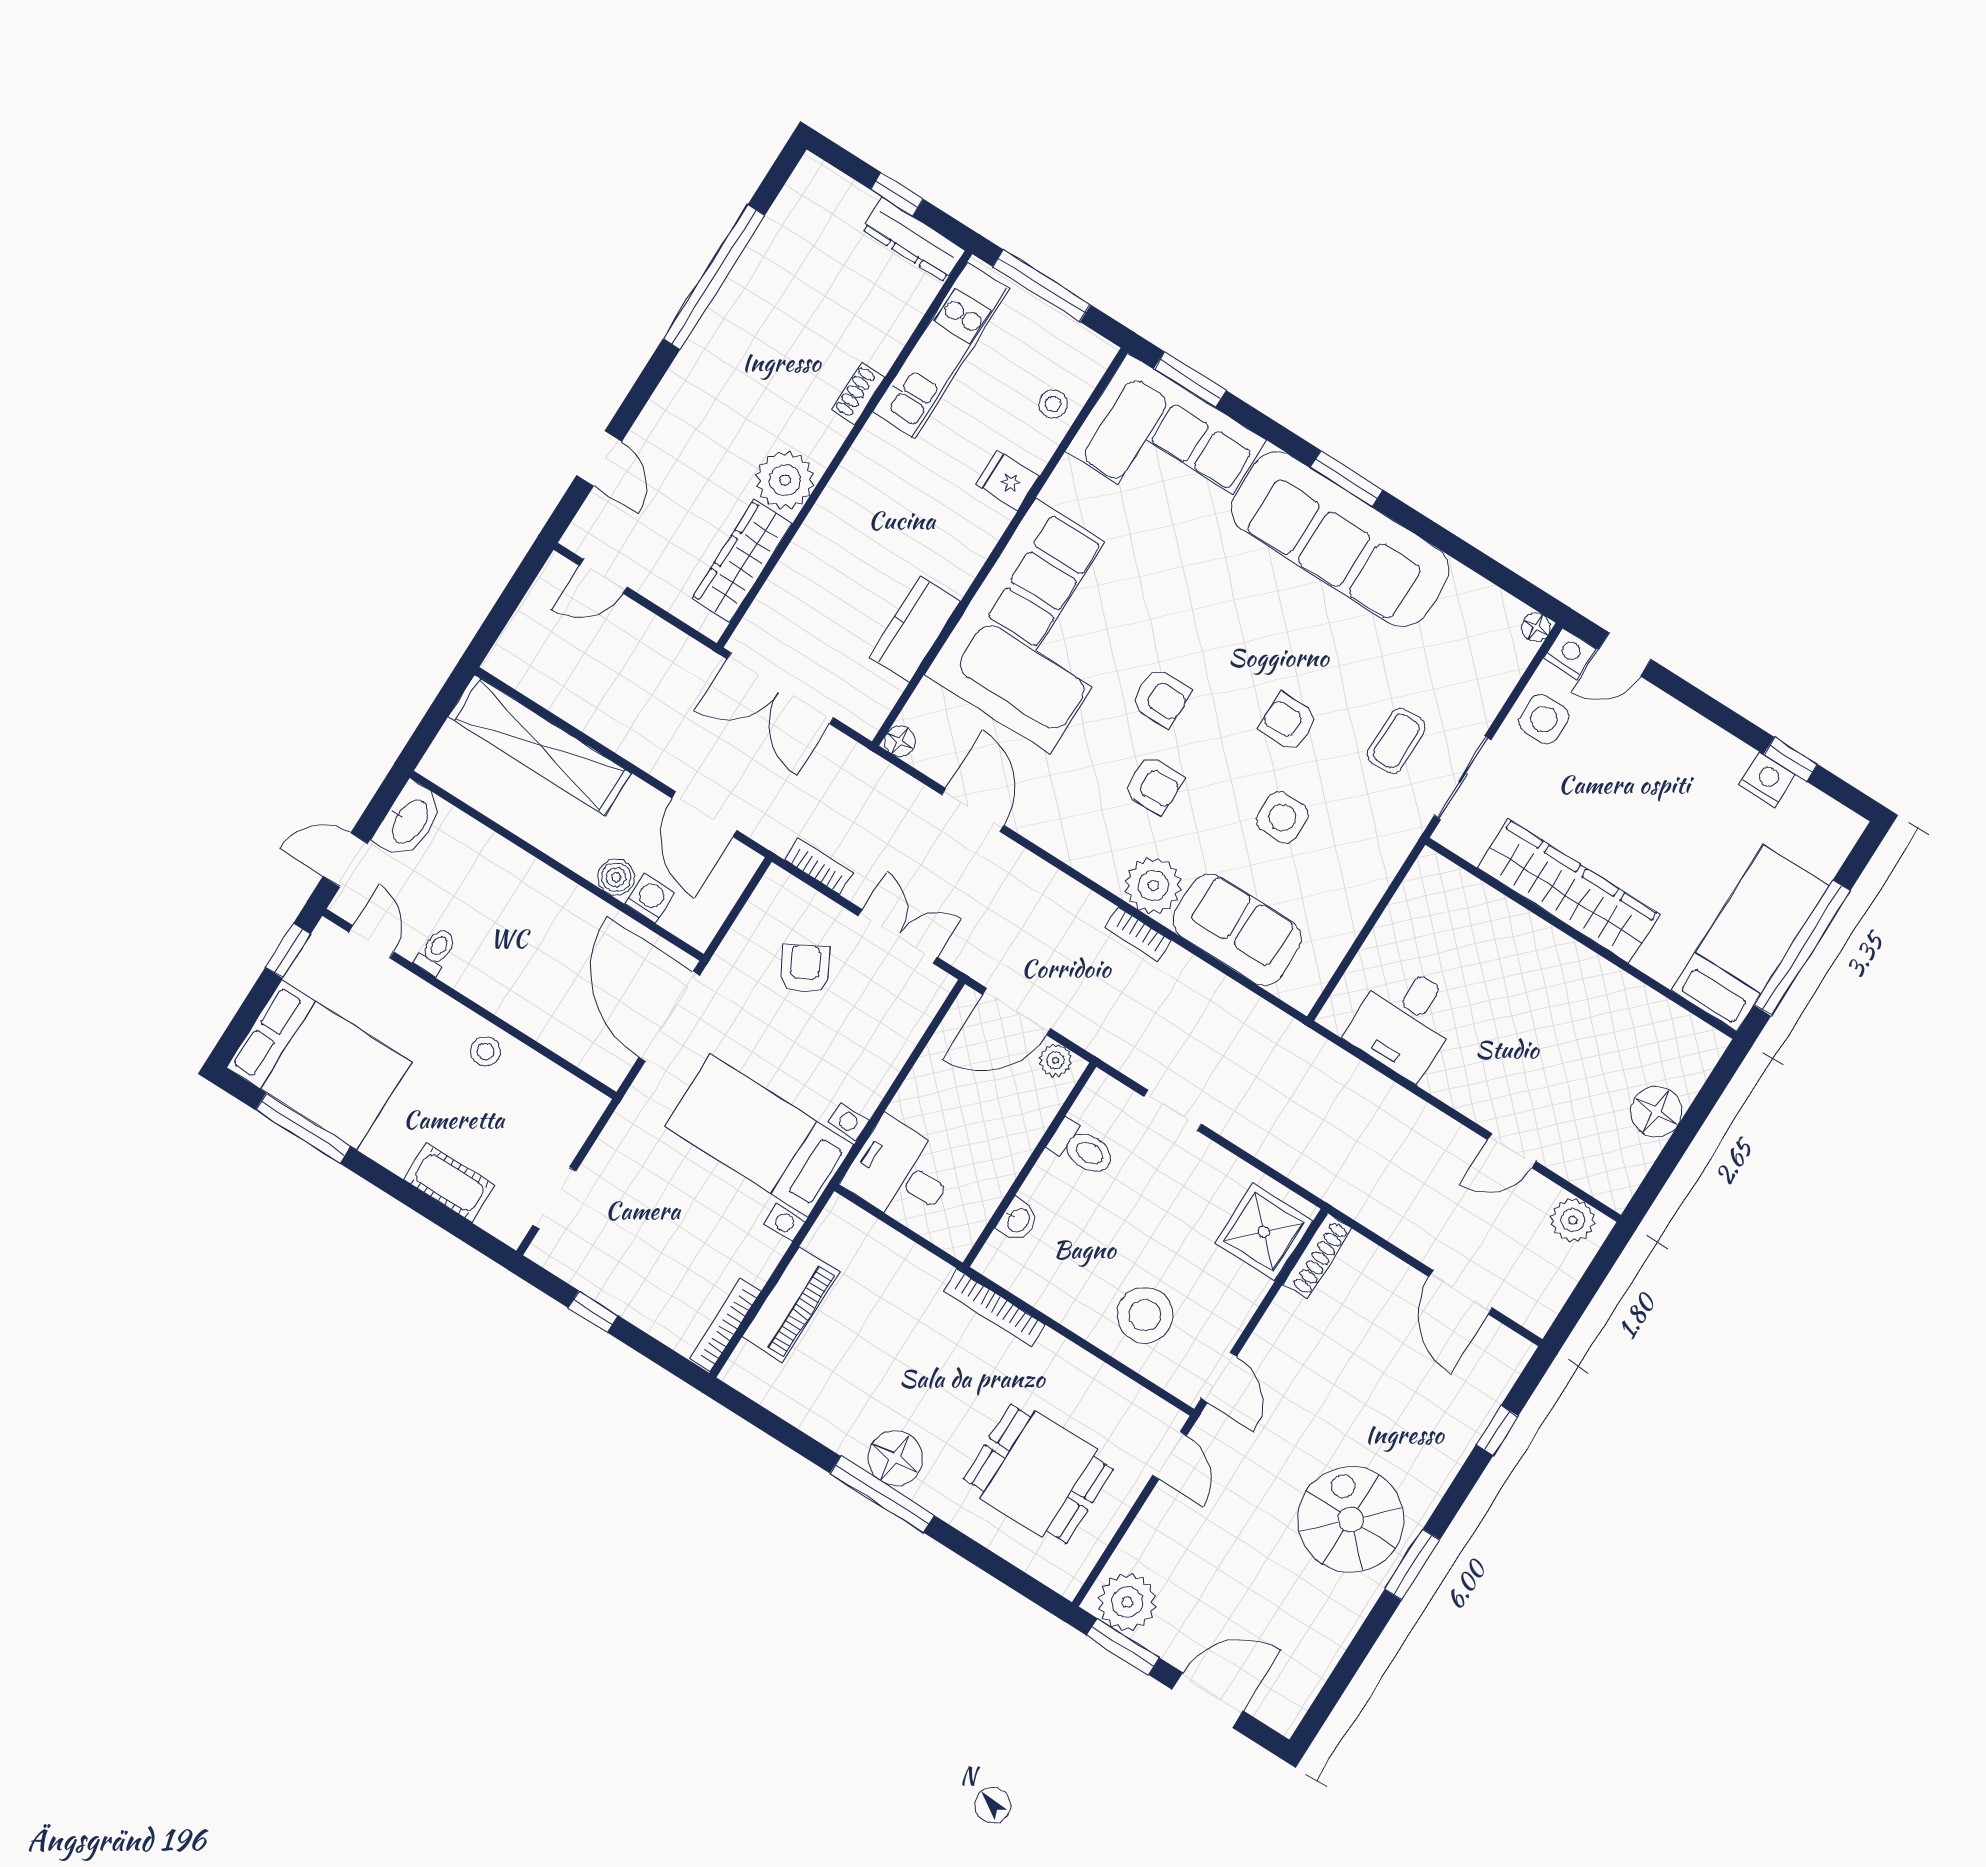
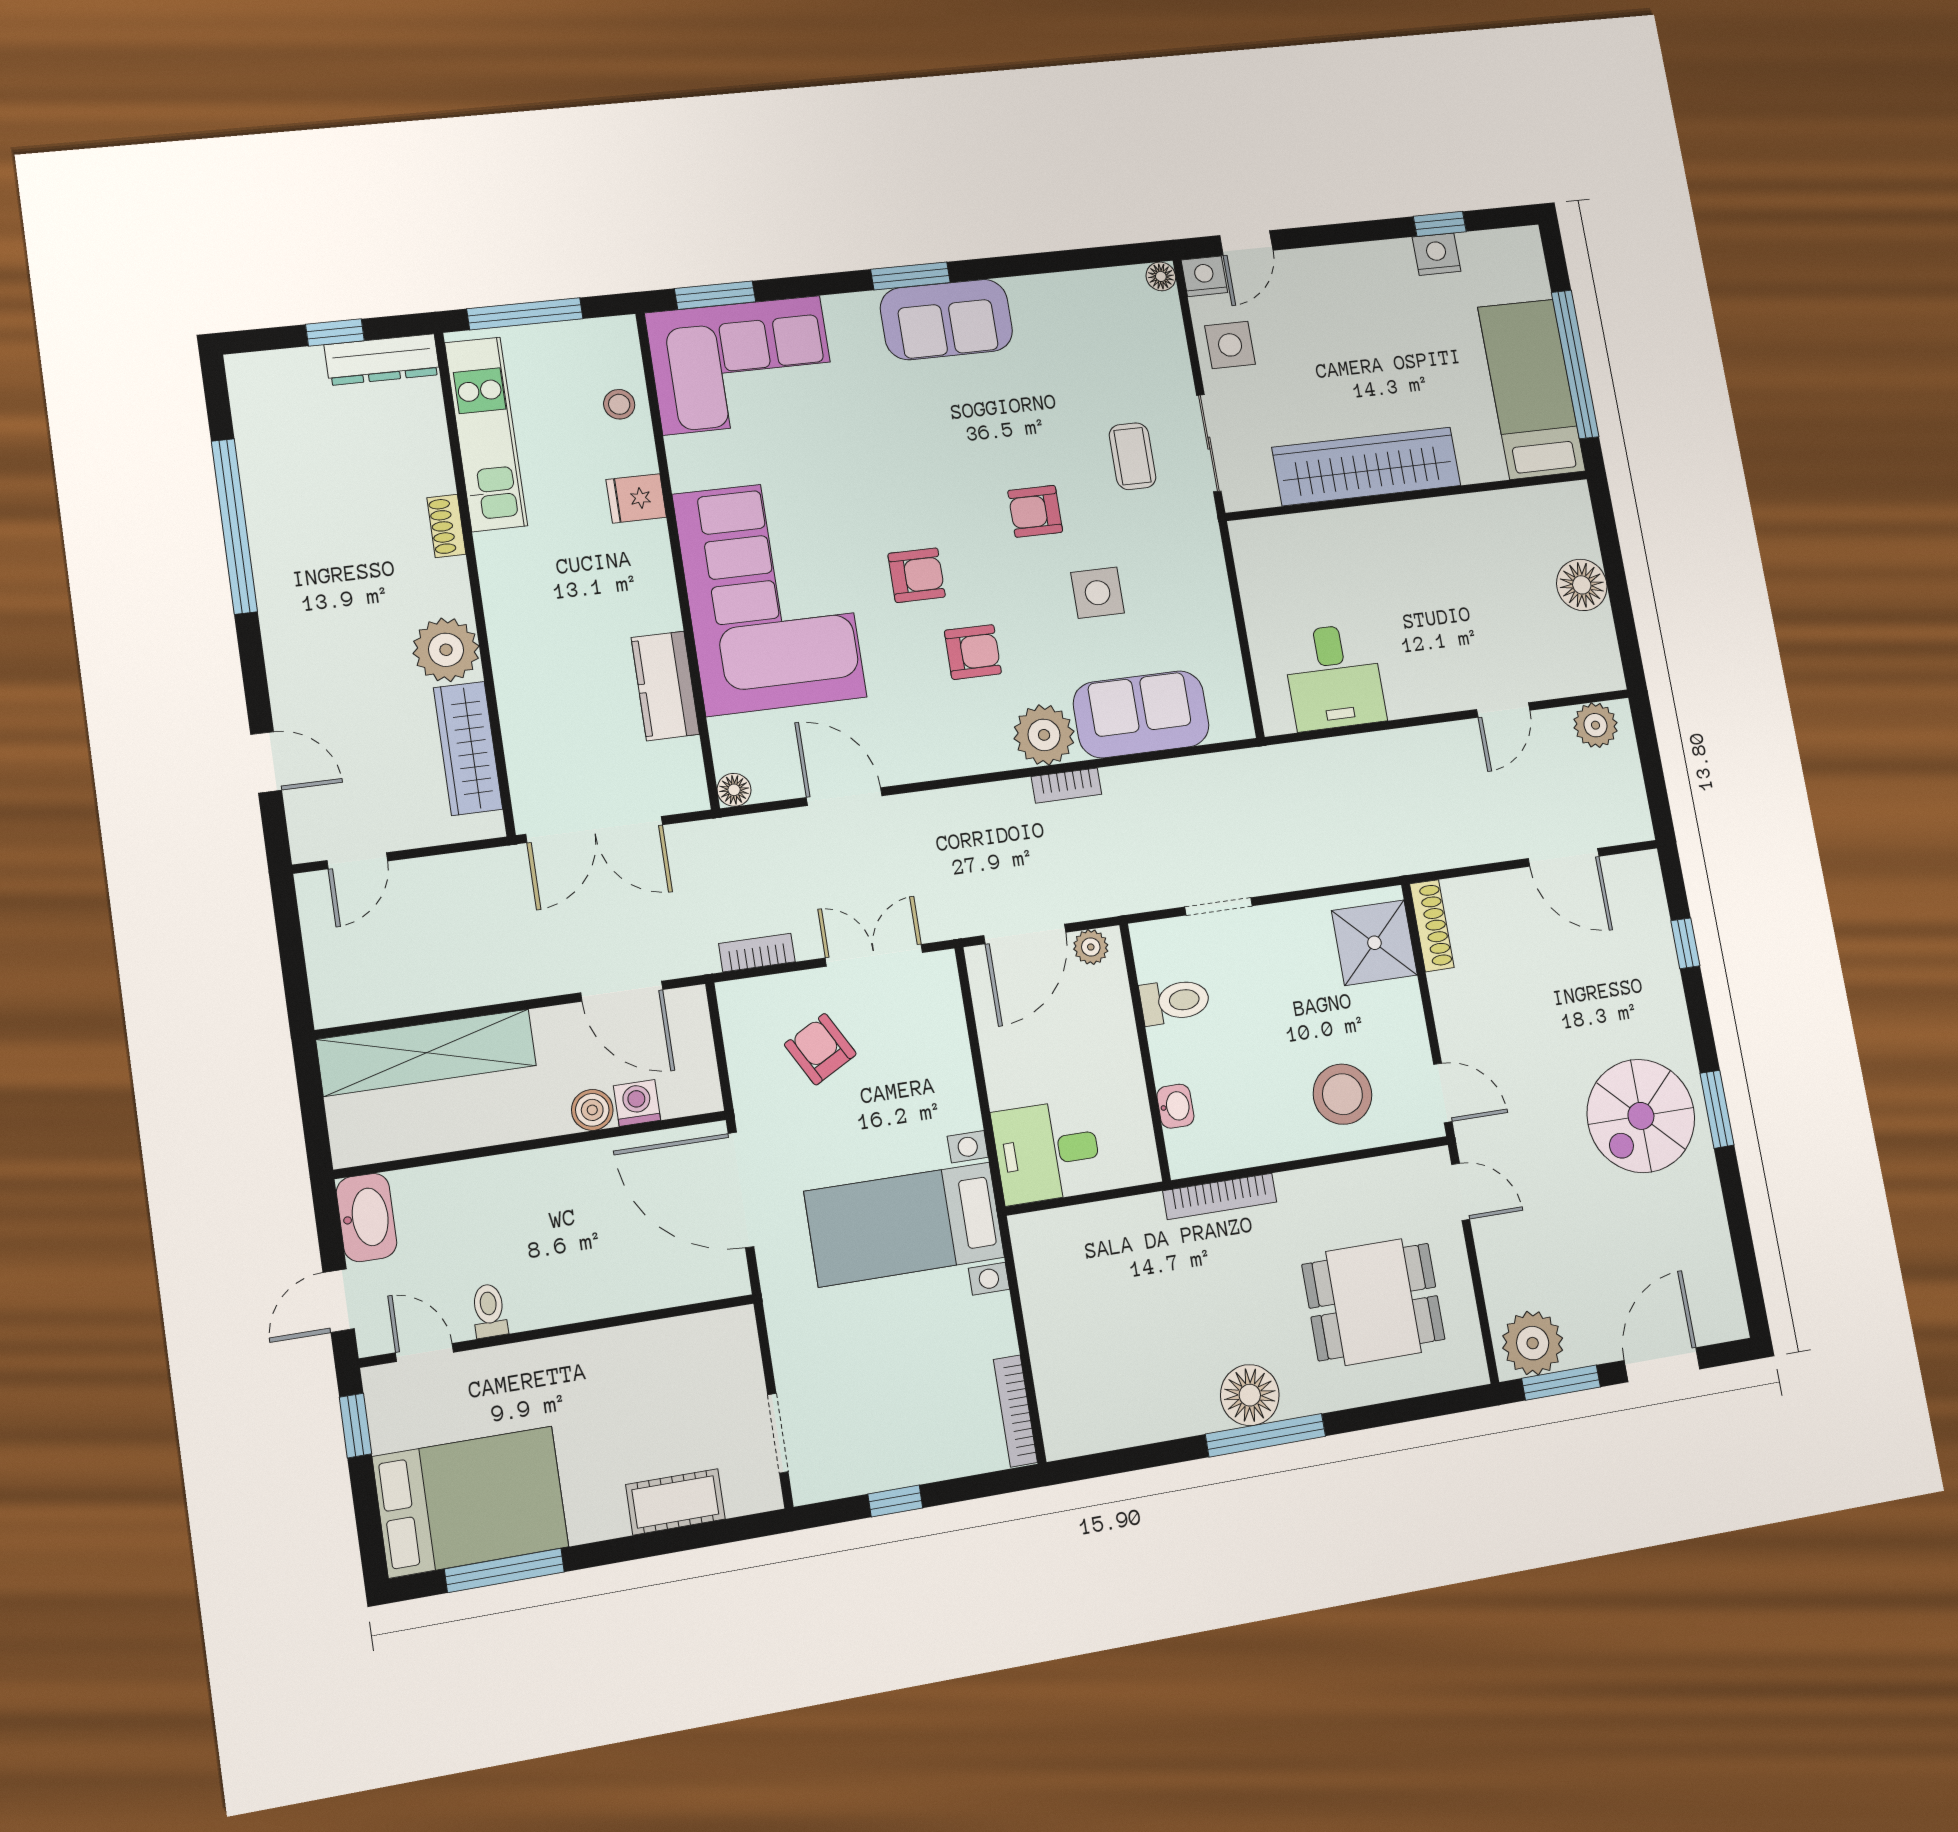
sofa: (1340, 539) -> (947, 320), width x0.54, depth x0.79
stool: (485, 1051) -> (608, 1359), removed
piano: (791, 1305) -> (1054, 1344), removed
spiral stairs: (1351, 1520) -> (1641, 1116), turned -90

